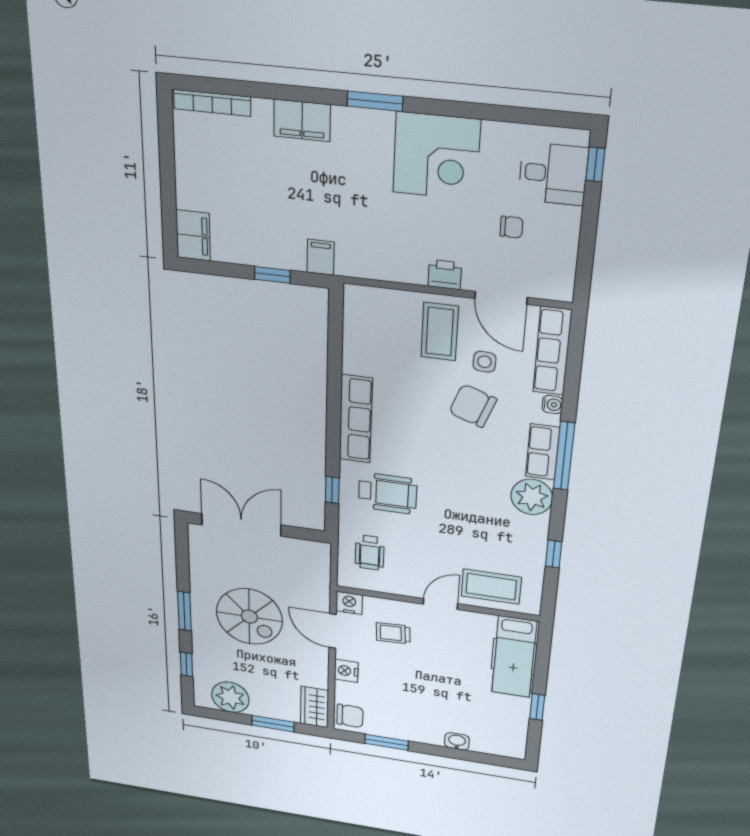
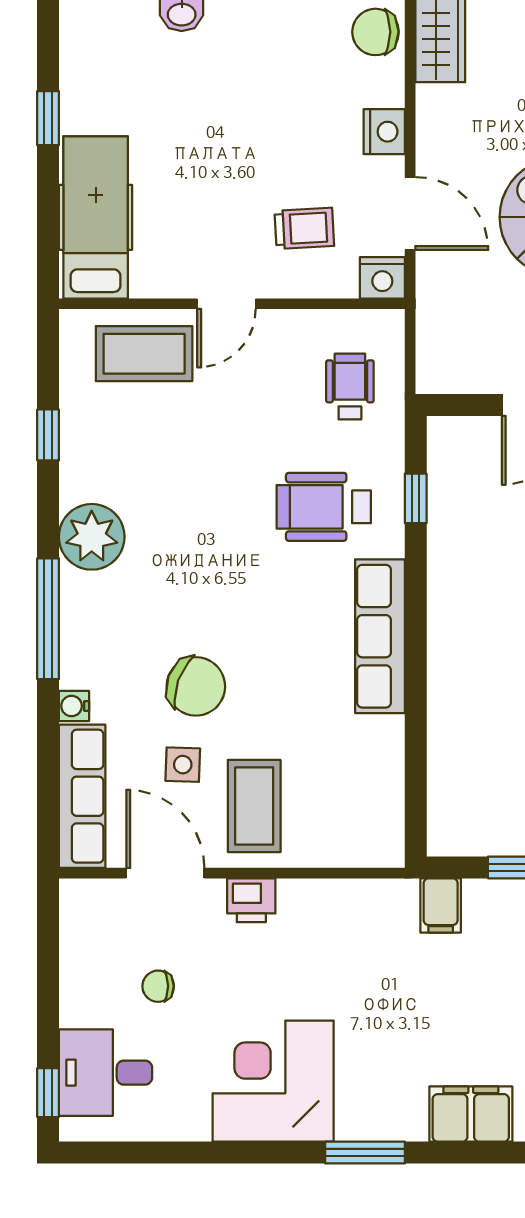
row of seats: (543, 452) -> (82, 621), removed

